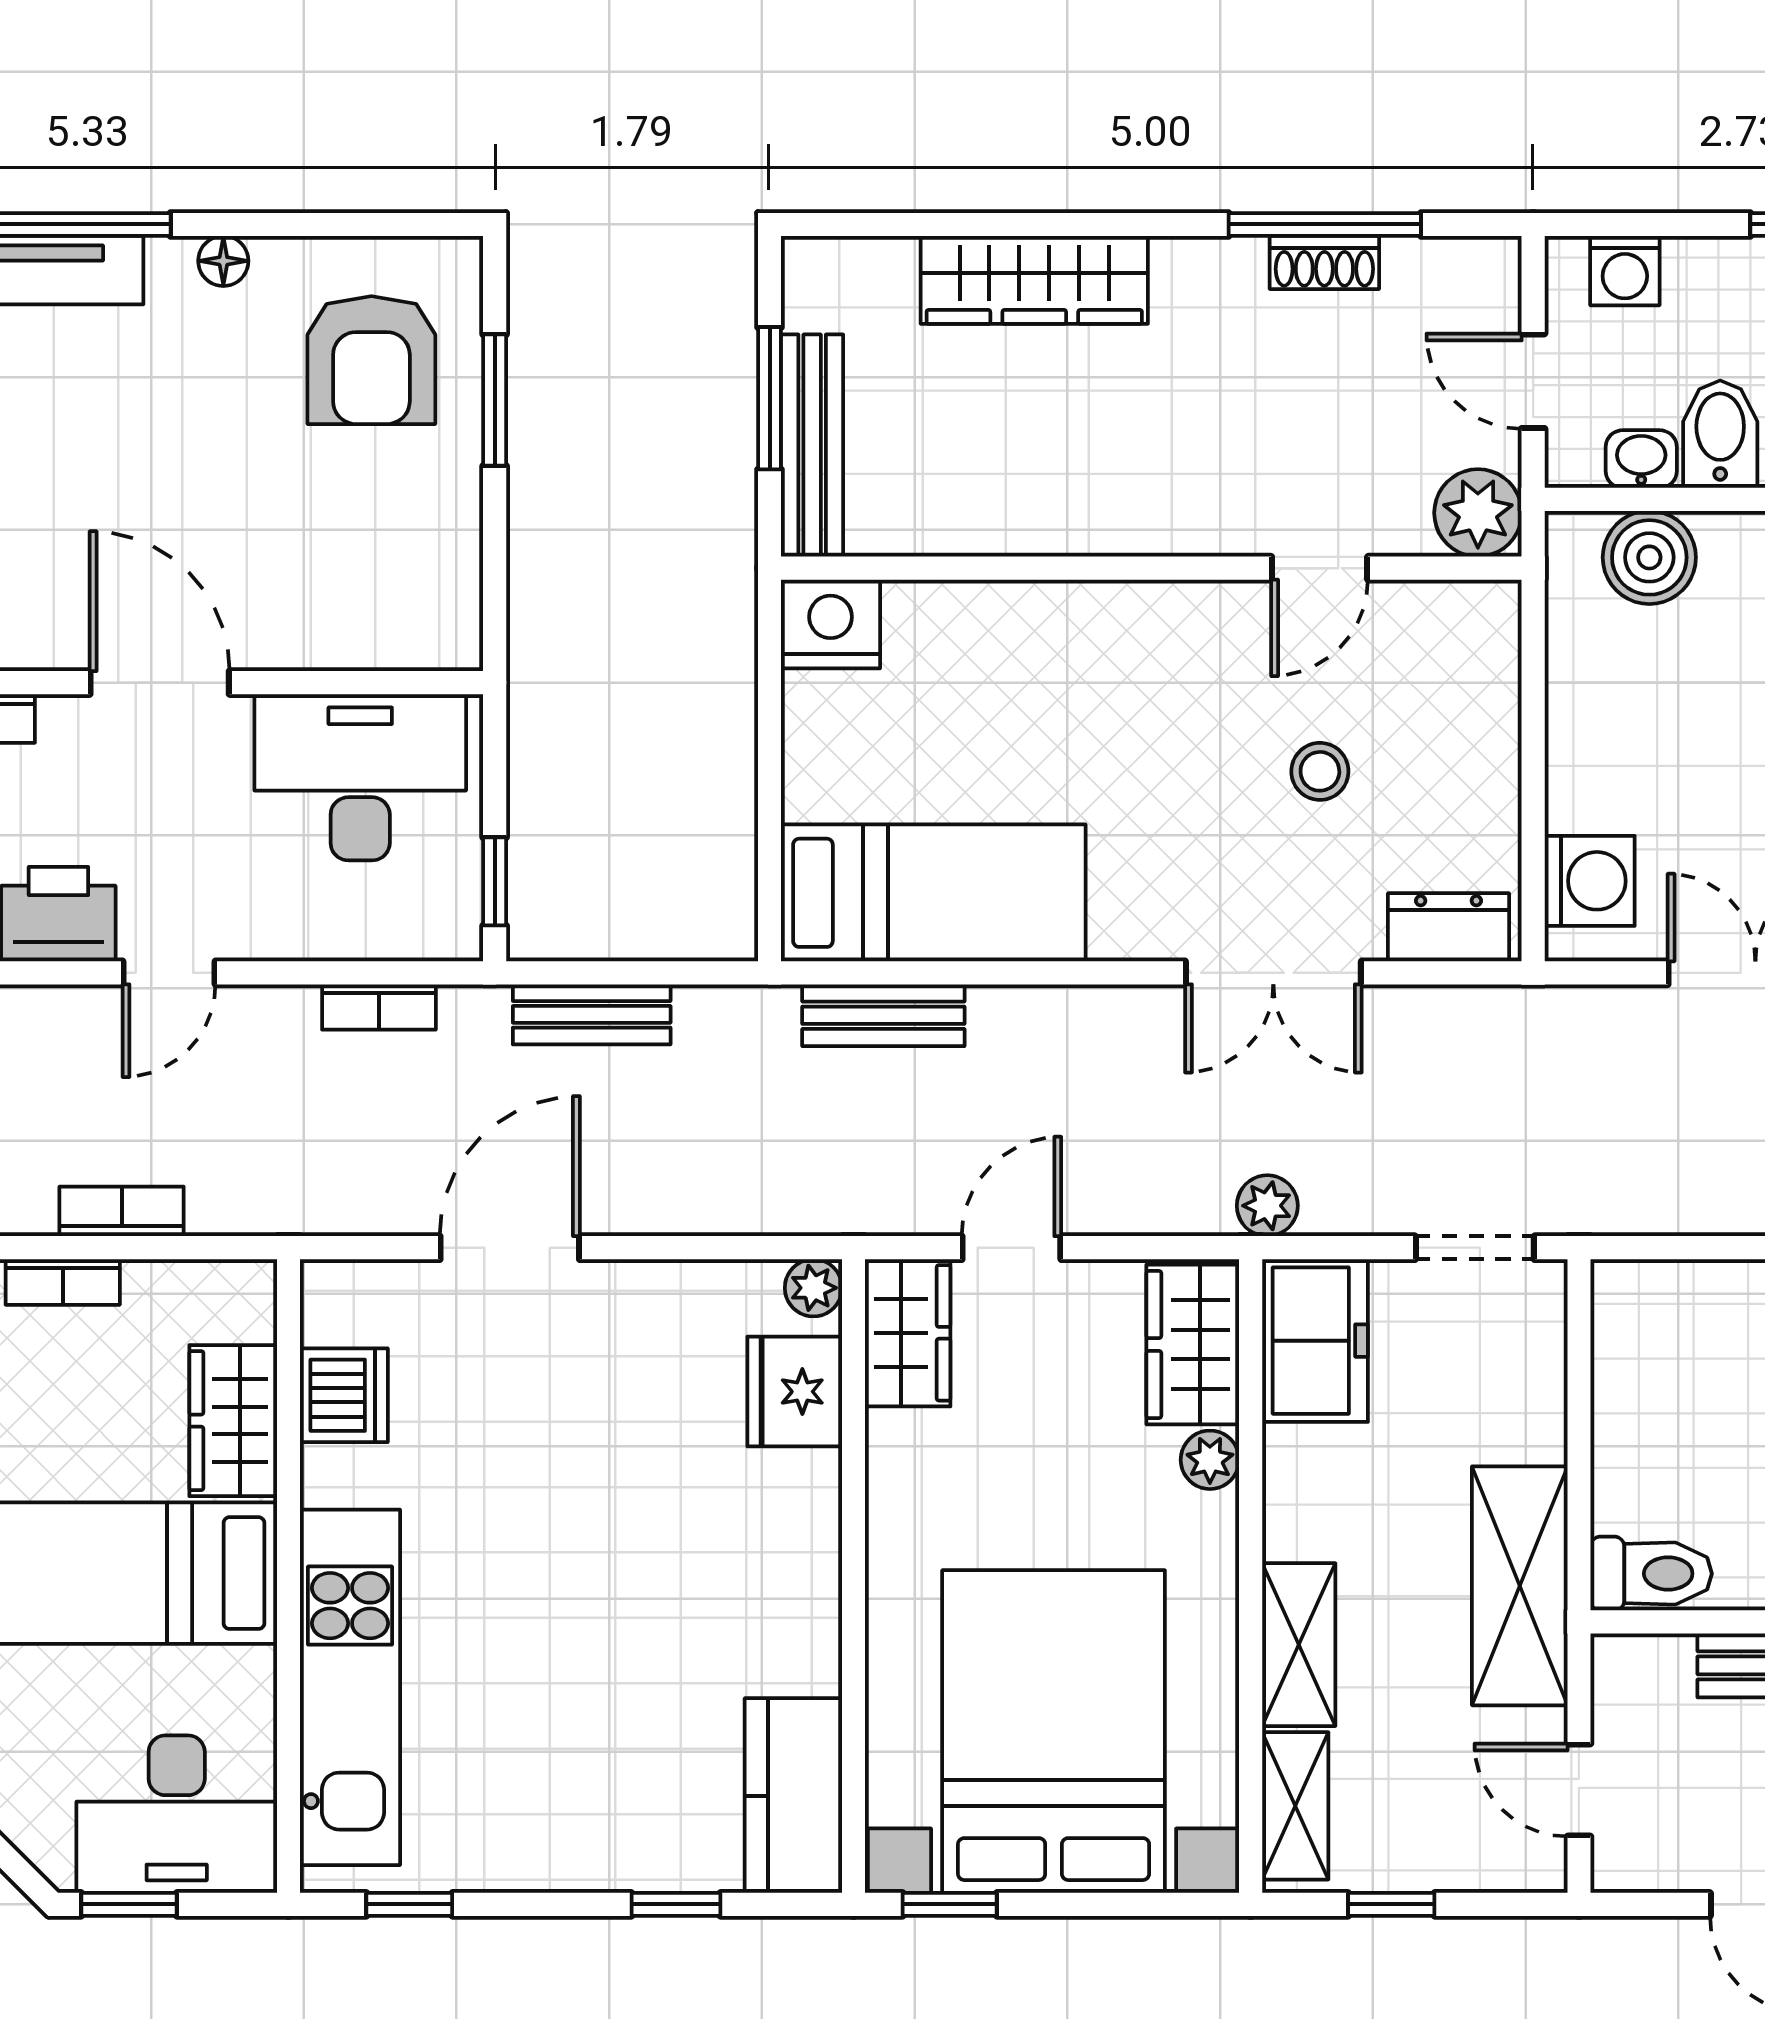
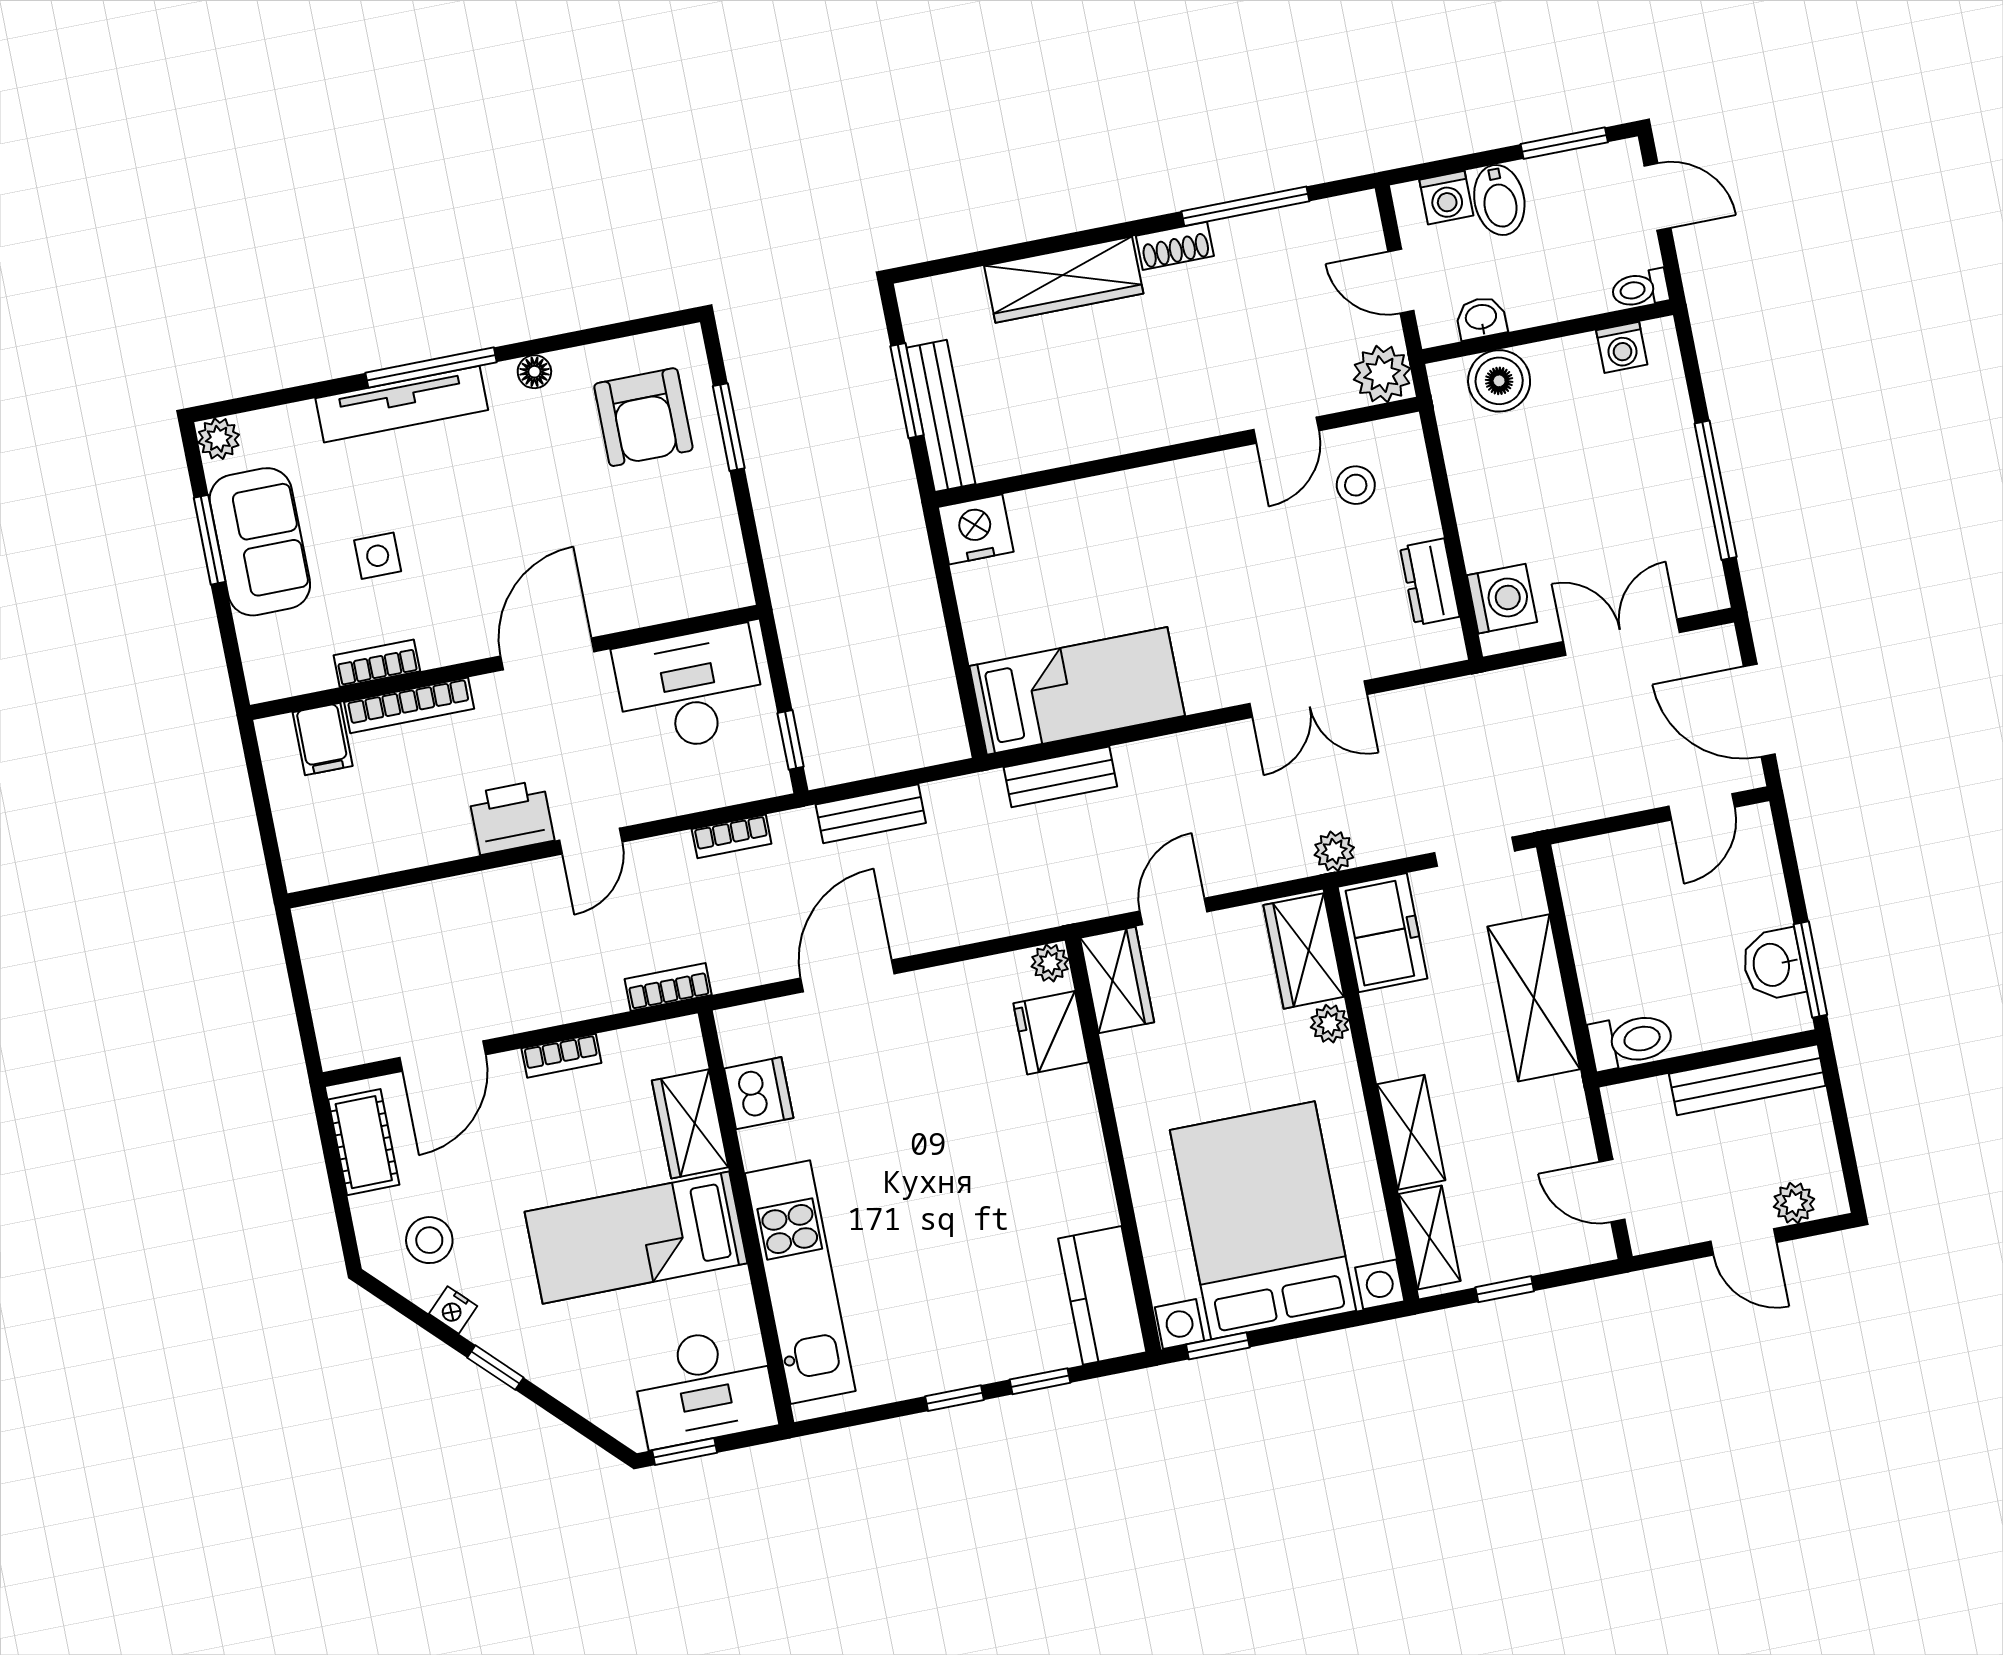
shoe rack: (1324, 262) -> (1175, 246), moved
bidet: (1720, 434) -> (1499, 200), moved, turned 180
door: (160, 683) -> (547, 654), hinge flipped
stool: (1320, 771) -> (1356, 485), moved
dresser: (1448, 927) -> (1430, 582), moved, turned -90
bookcase: (122, 1211) -> (668, 987), moved
shelving: (1520, 1586) -> (1534, 998), moved
window: (409, 1904) -> (955, 1398), moved

